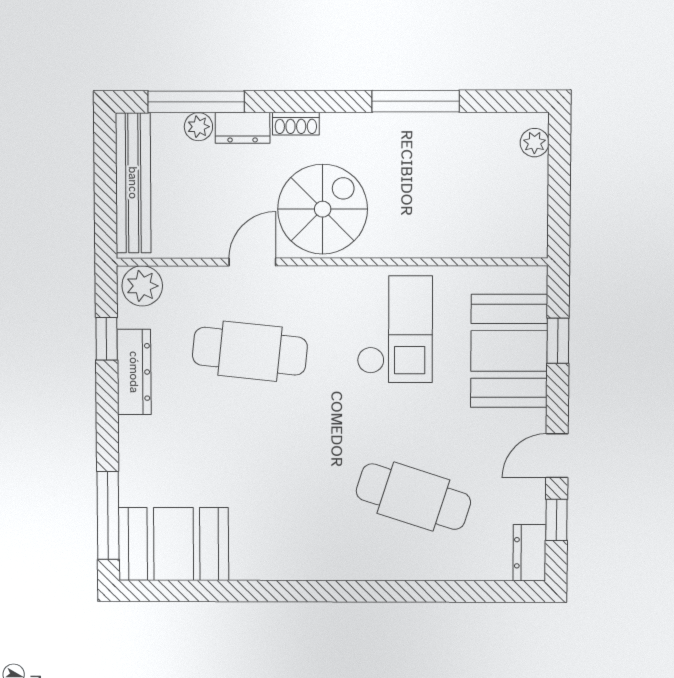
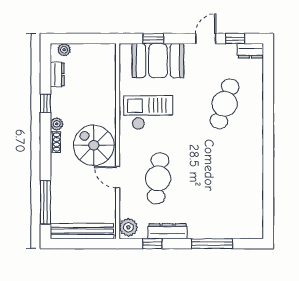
window: (416, 101) -> (45, 103), width x0.46
shoe rack: (296, 124) -> (55, 142), moved
plant: (198, 127) -> (57, 124), moved
dresser: (243, 128) -> (57, 75), moved
door: (557, 456) -> (206, 39), swing flipped
window: (108, 515) -> (212, 244), moved
booth: (174, 544) -> (247, 214), removed

